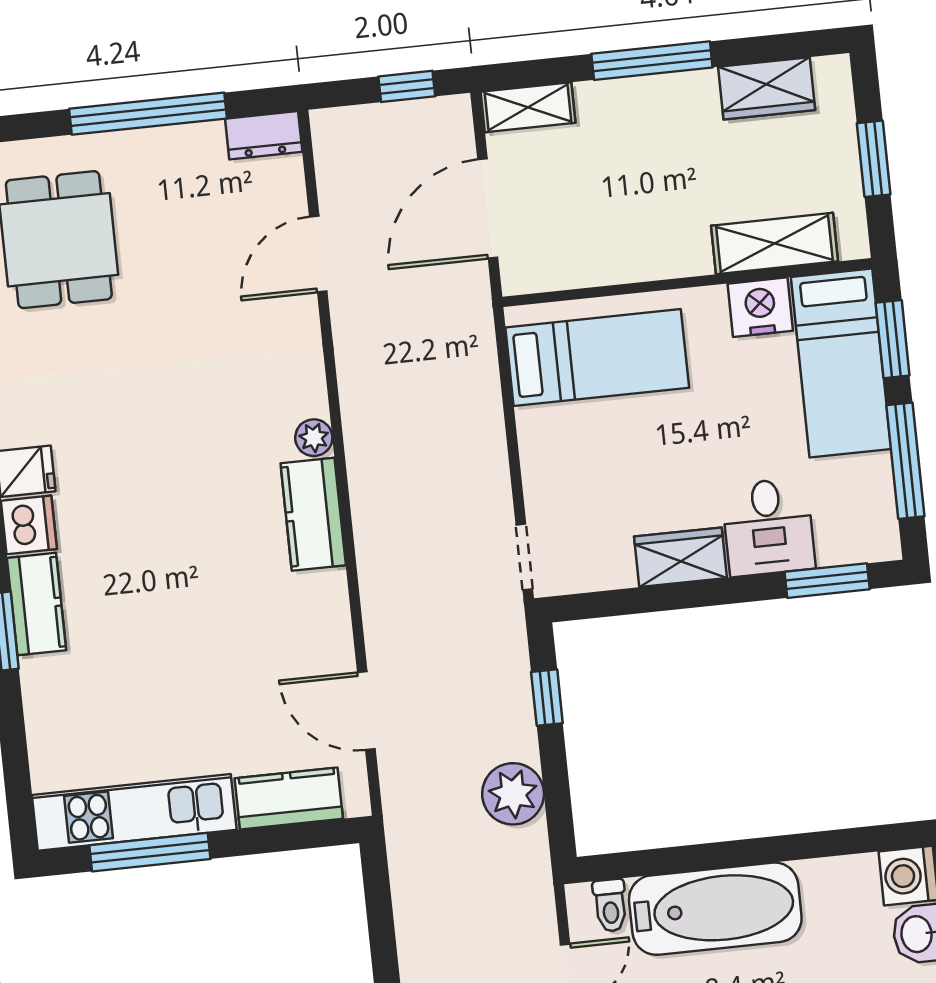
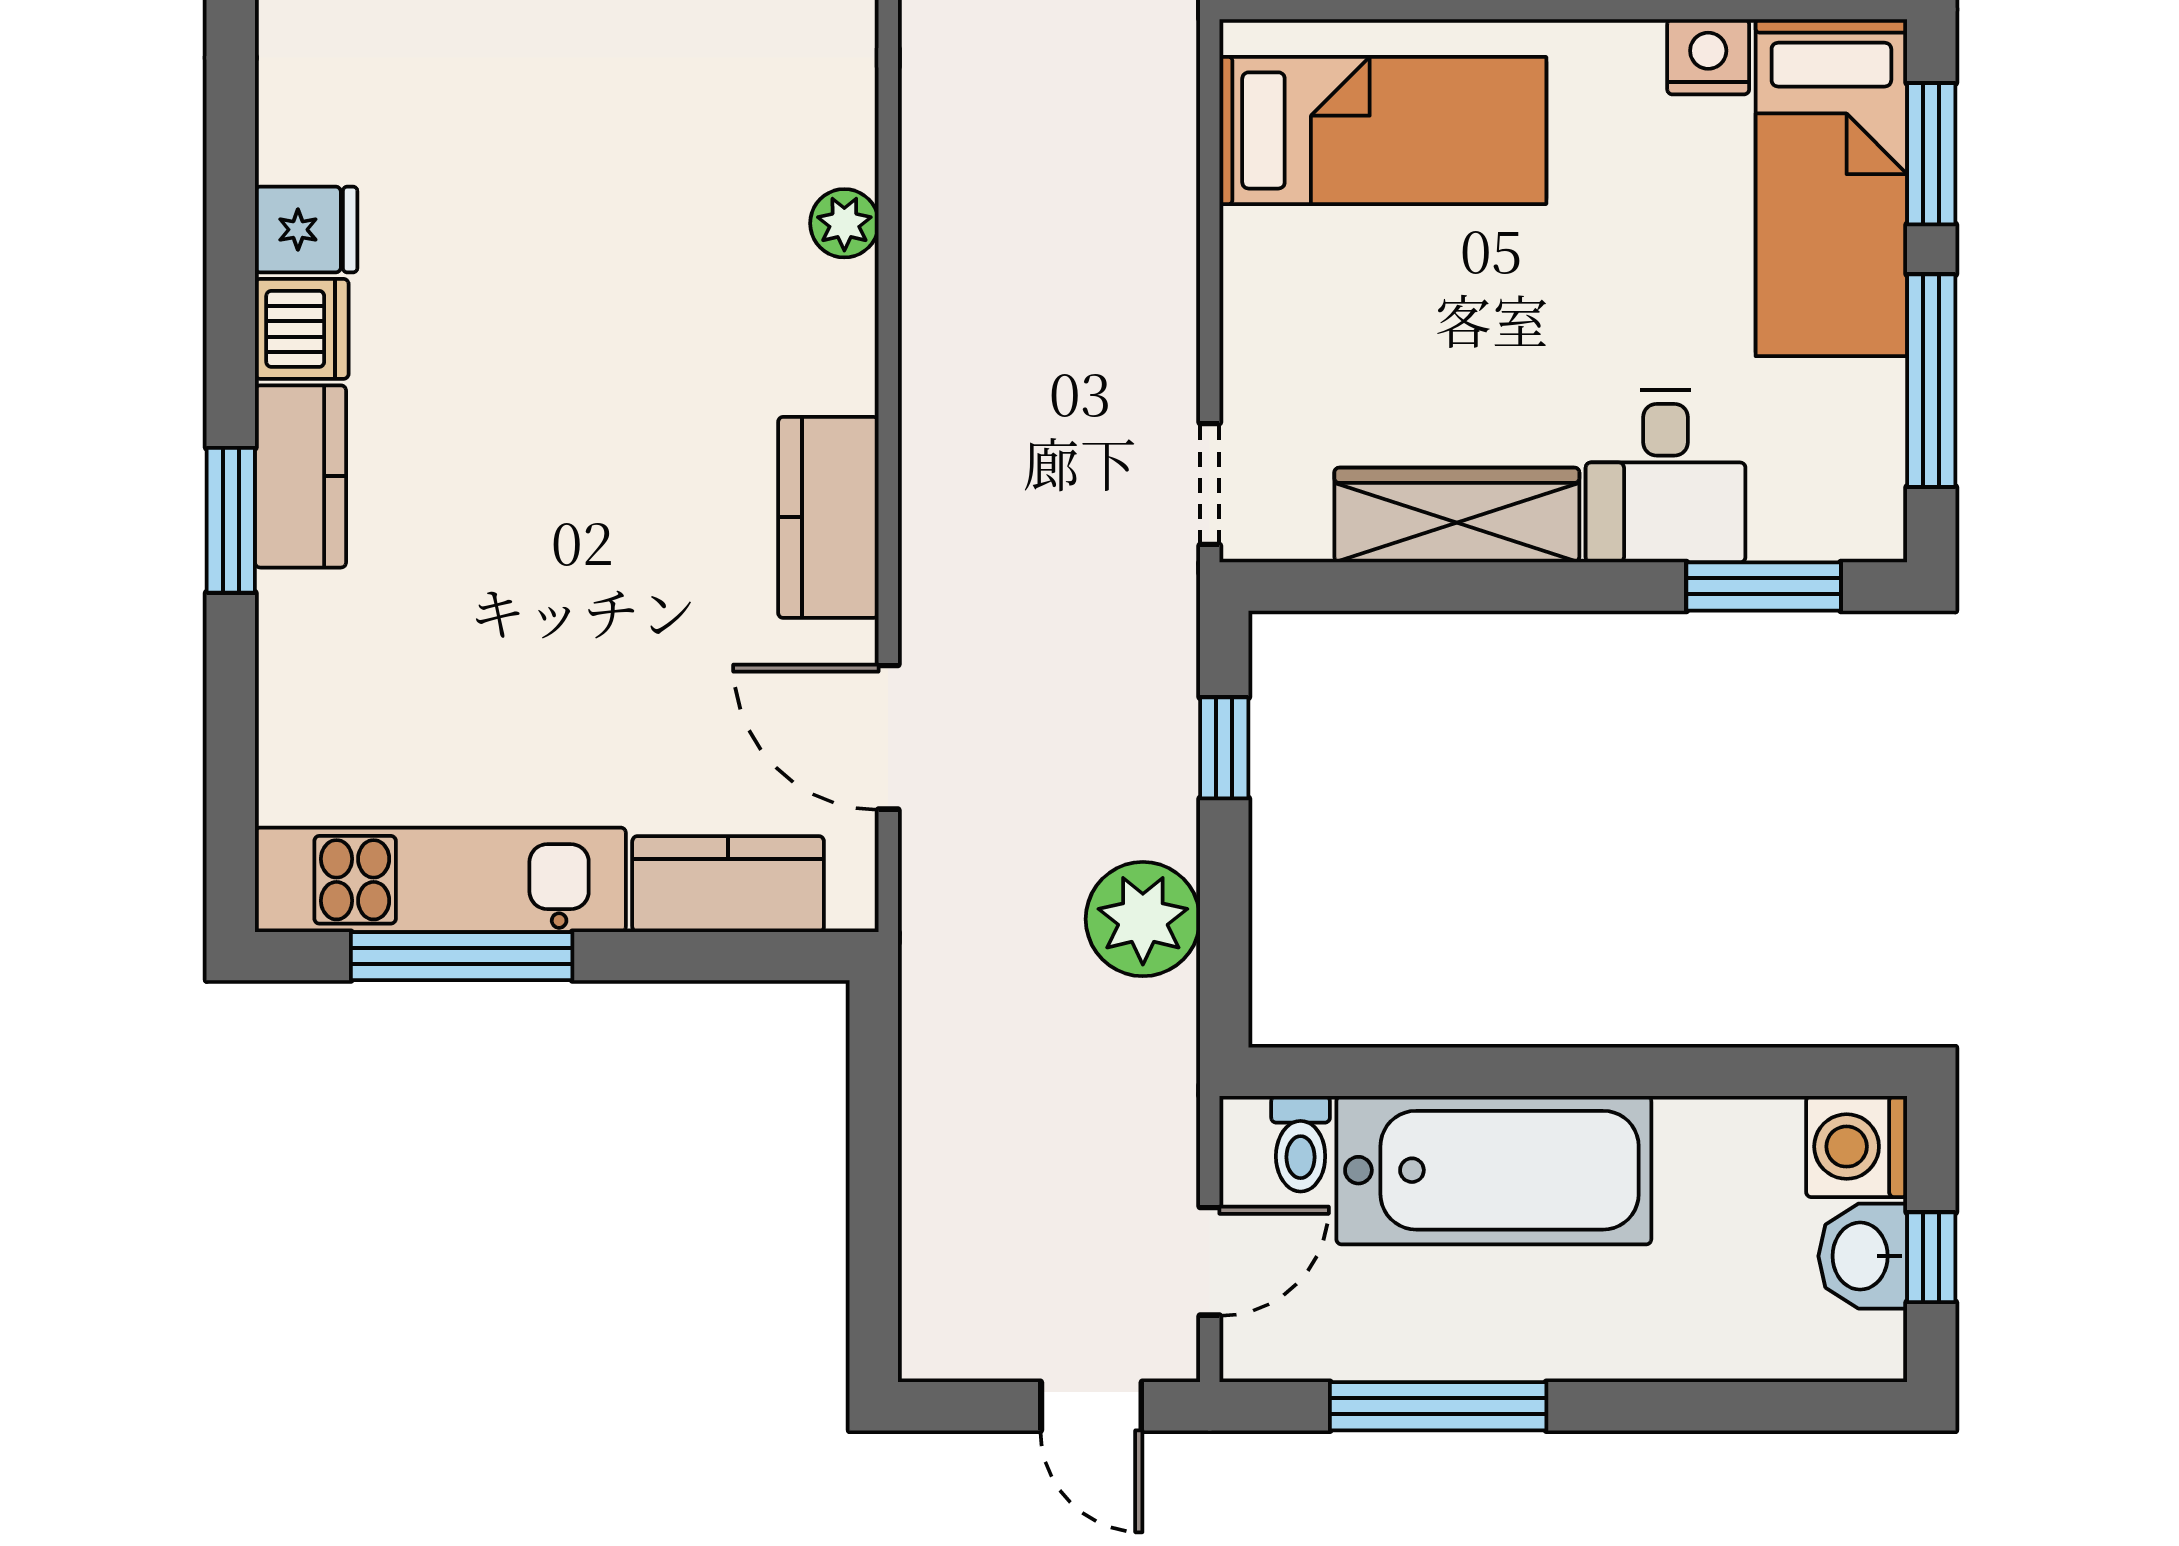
nightstand: (760, 307) -> (1708, 57), width x0.74, depth x0.75
kitchen counter: (313, 514) -> (828, 517), moved
wardrobe: (680, 557) -> (1457, 515), width x1.50

